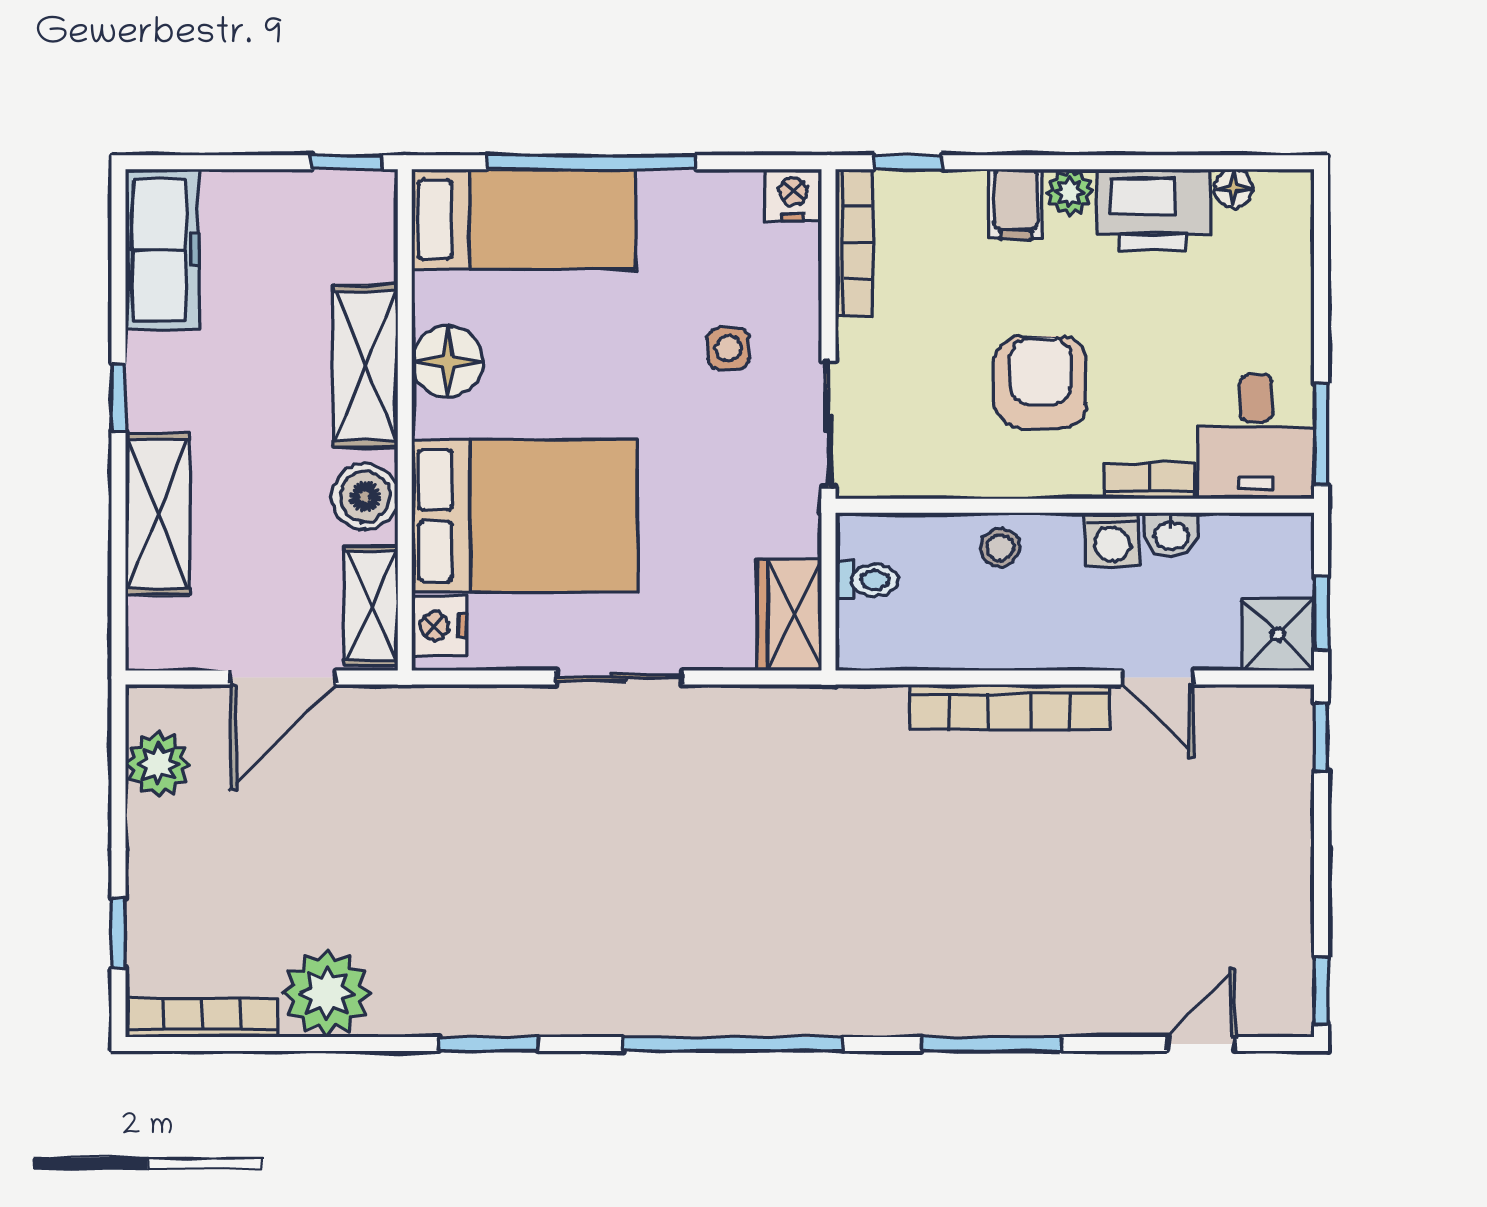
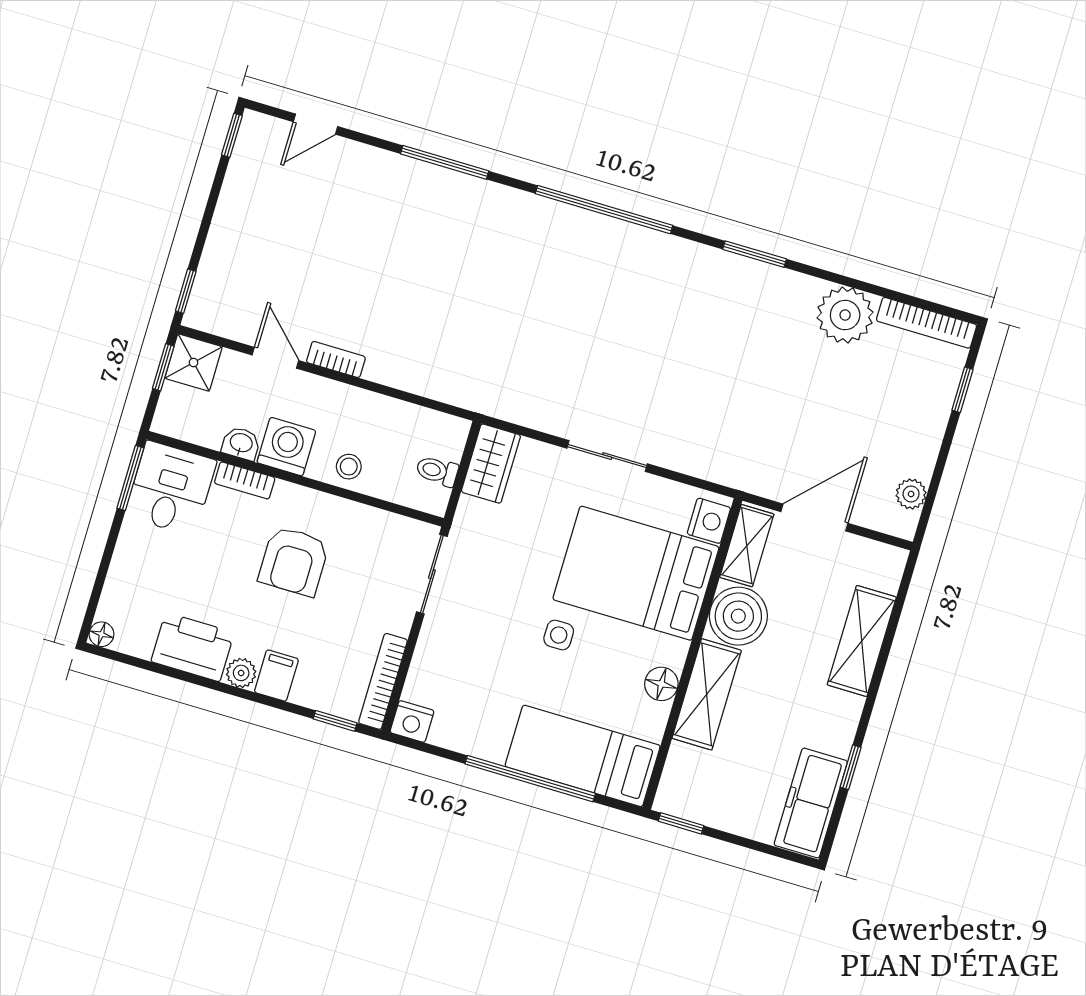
floor lamp: (1233, 188) -> (101, 634), moved
side table: (728, 348) -> (559, 635), moved
floor lamp: (448, 362) -> (661, 684), width x0.73, depth x0.73
window: (119, 398) -> (851, 767), moved
boiler: (365, 497) -> (738, 616), width x1.37, depth x1.37
washing machine: (1112, 540) -> (286, 447), width x1.38, depth x1.38
bookcase: (1010, 707) -> (336, 359), width x0.43, depth x0.76
plant: (158, 764) -> (911, 494), width x0.73, depth x0.73

